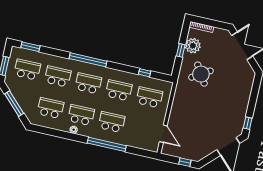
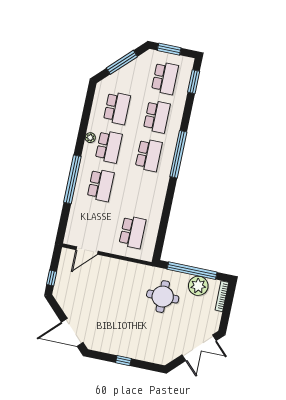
window: (181, 50) -> (192, 271), width x3.17
window: (145, 73) -> (163, 226), removed
round table: (201, 74) -> (163, 297), turned 32
school desk: (119, 90) -> (141, 194), removed
window: (248, 123) -> (123, 361), moved

